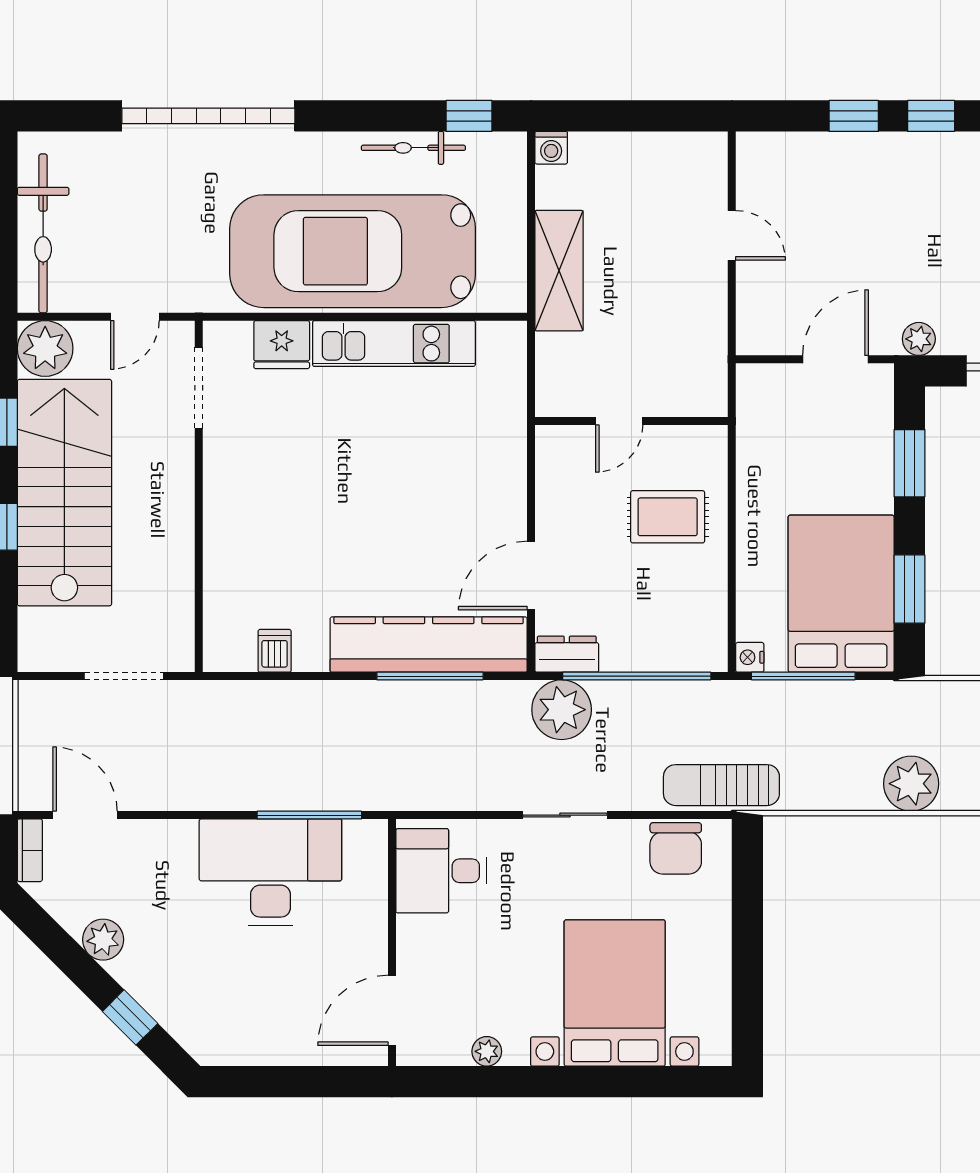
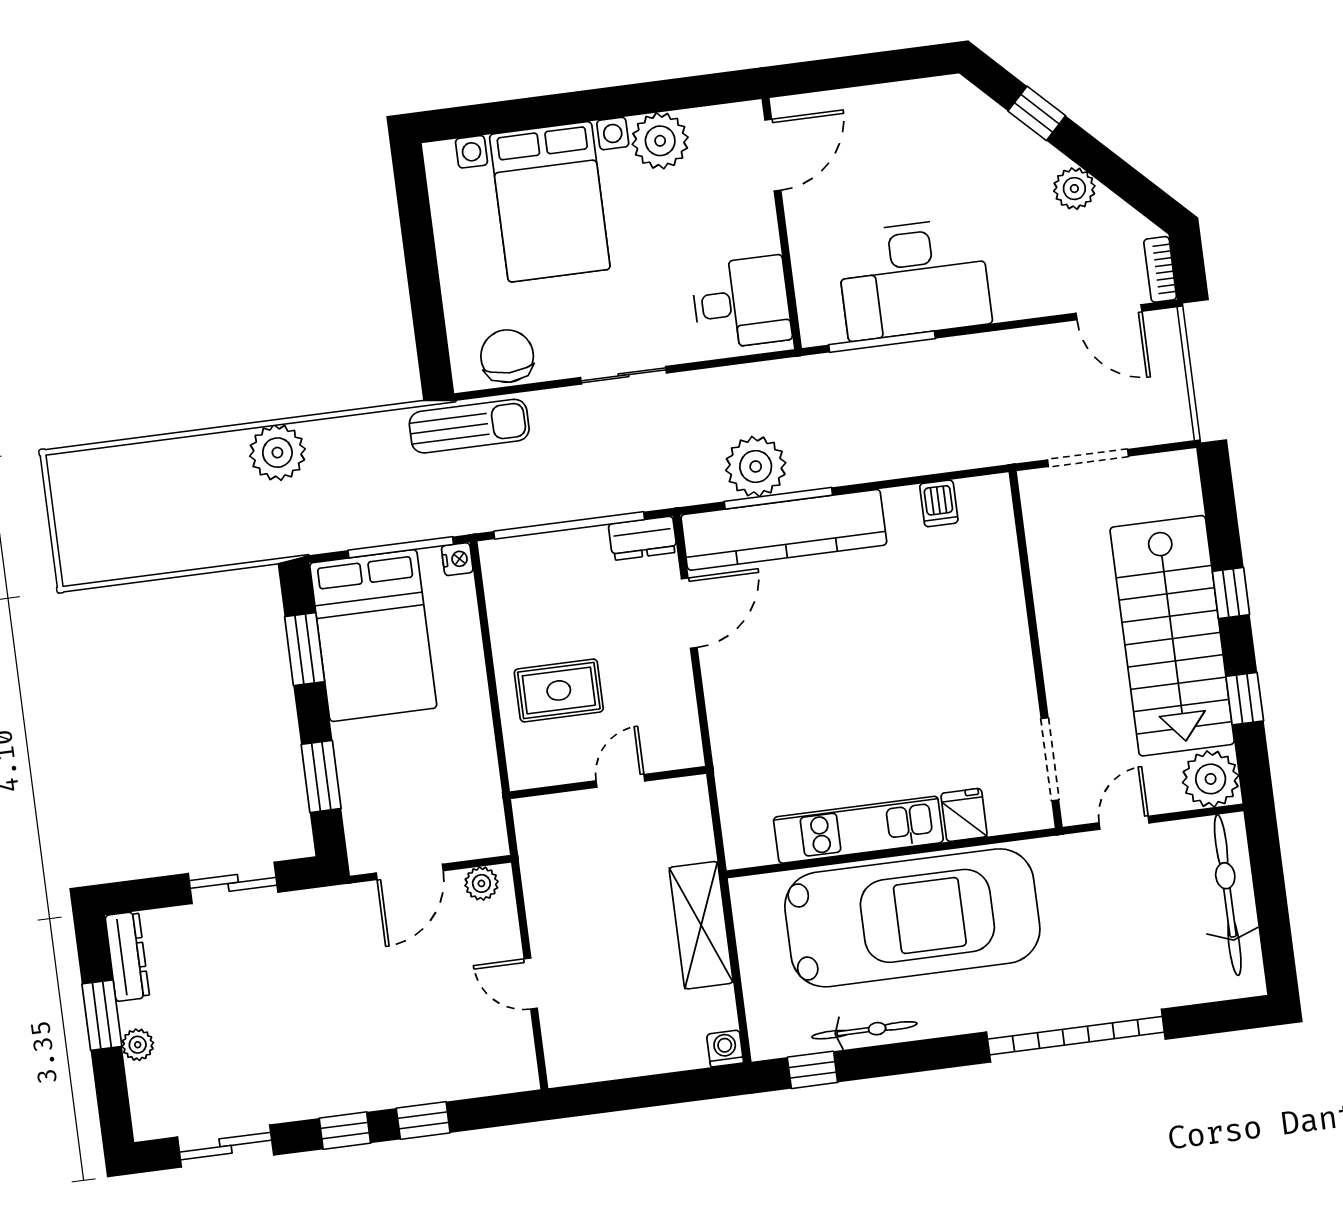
plant: (919, 339) -> (481, 883), moved
fridge: (282, 345) -> (964, 815), width x0.72
plant: (562, 710) -> (756, 466), moved
plant: (487, 1051) -> (660, 141), width x1.87, depth x1.87

